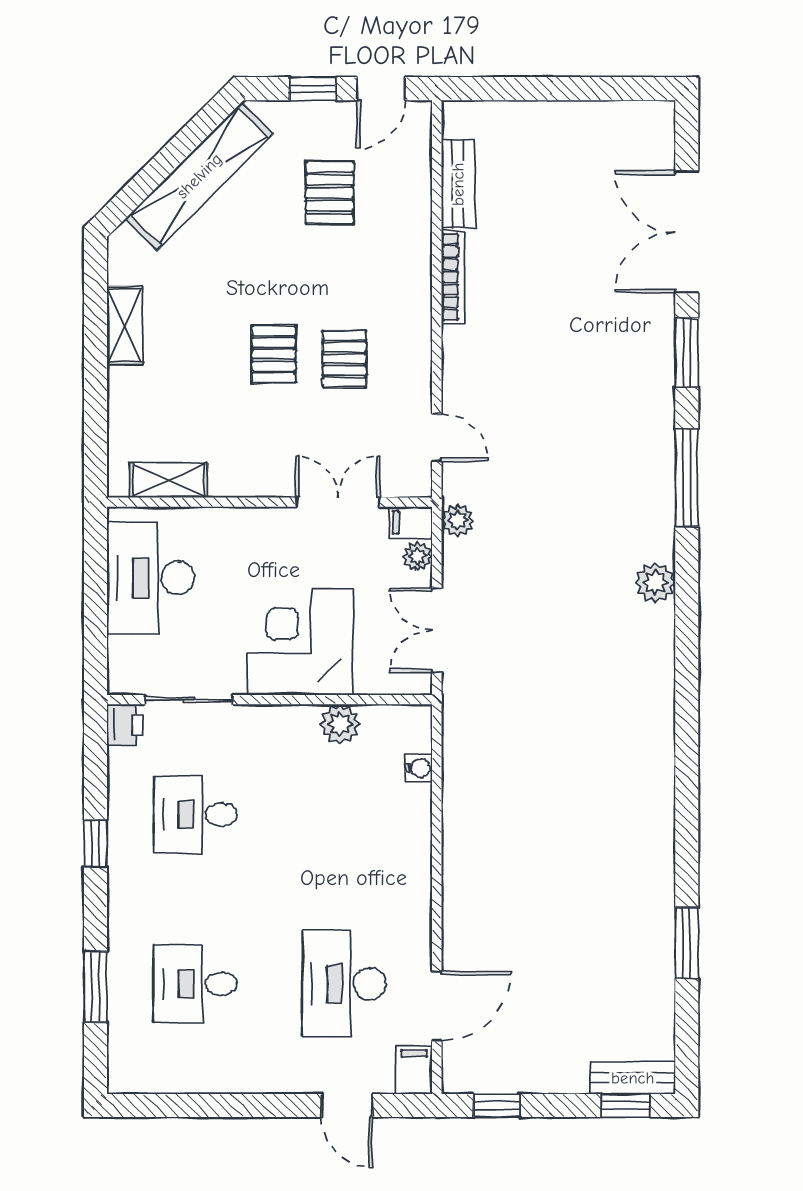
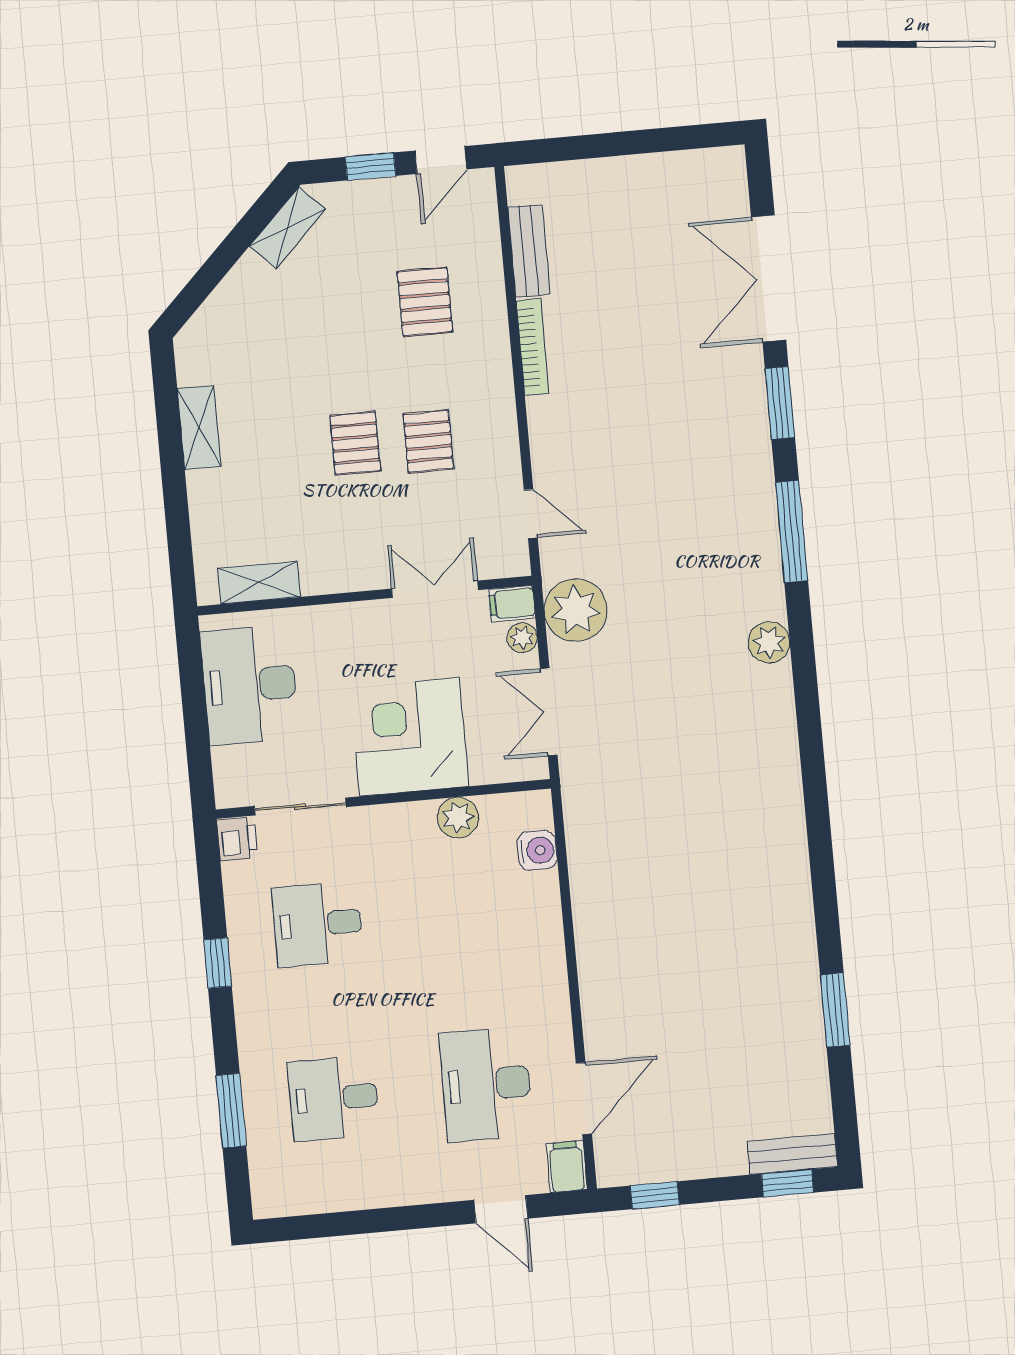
shelving: (199, 176) -> (287, 228), width x0.45, depth x0.75
pallet: (330, 193) -> (425, 302), moved
plant: (457, 520) -> (576, 610), width x1.87, depth x1.87
water cooler: (419, 768) -> (537, 850), width x1.38, depth x1.38

